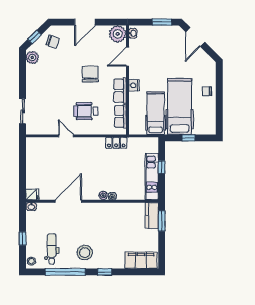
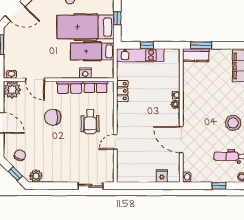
nightstand: (134, 85) -> (85, 73), moved
kitchen unit: (152, 177) -> (140, 55), moved
fridge: (32, 194) -> (162, 176), moved

